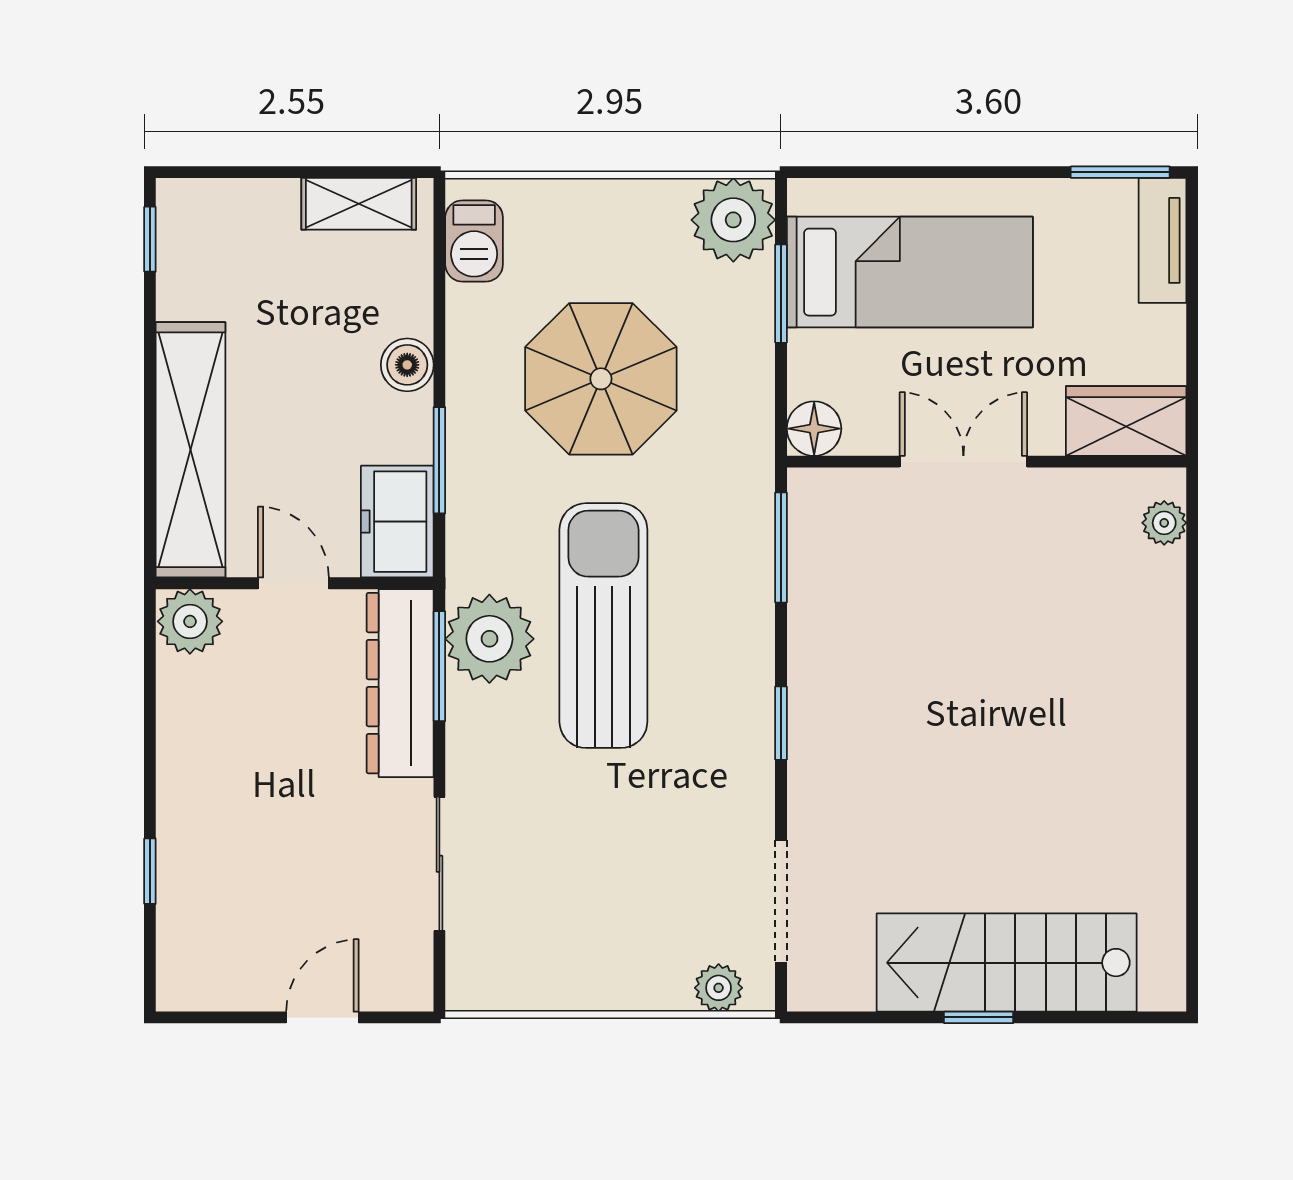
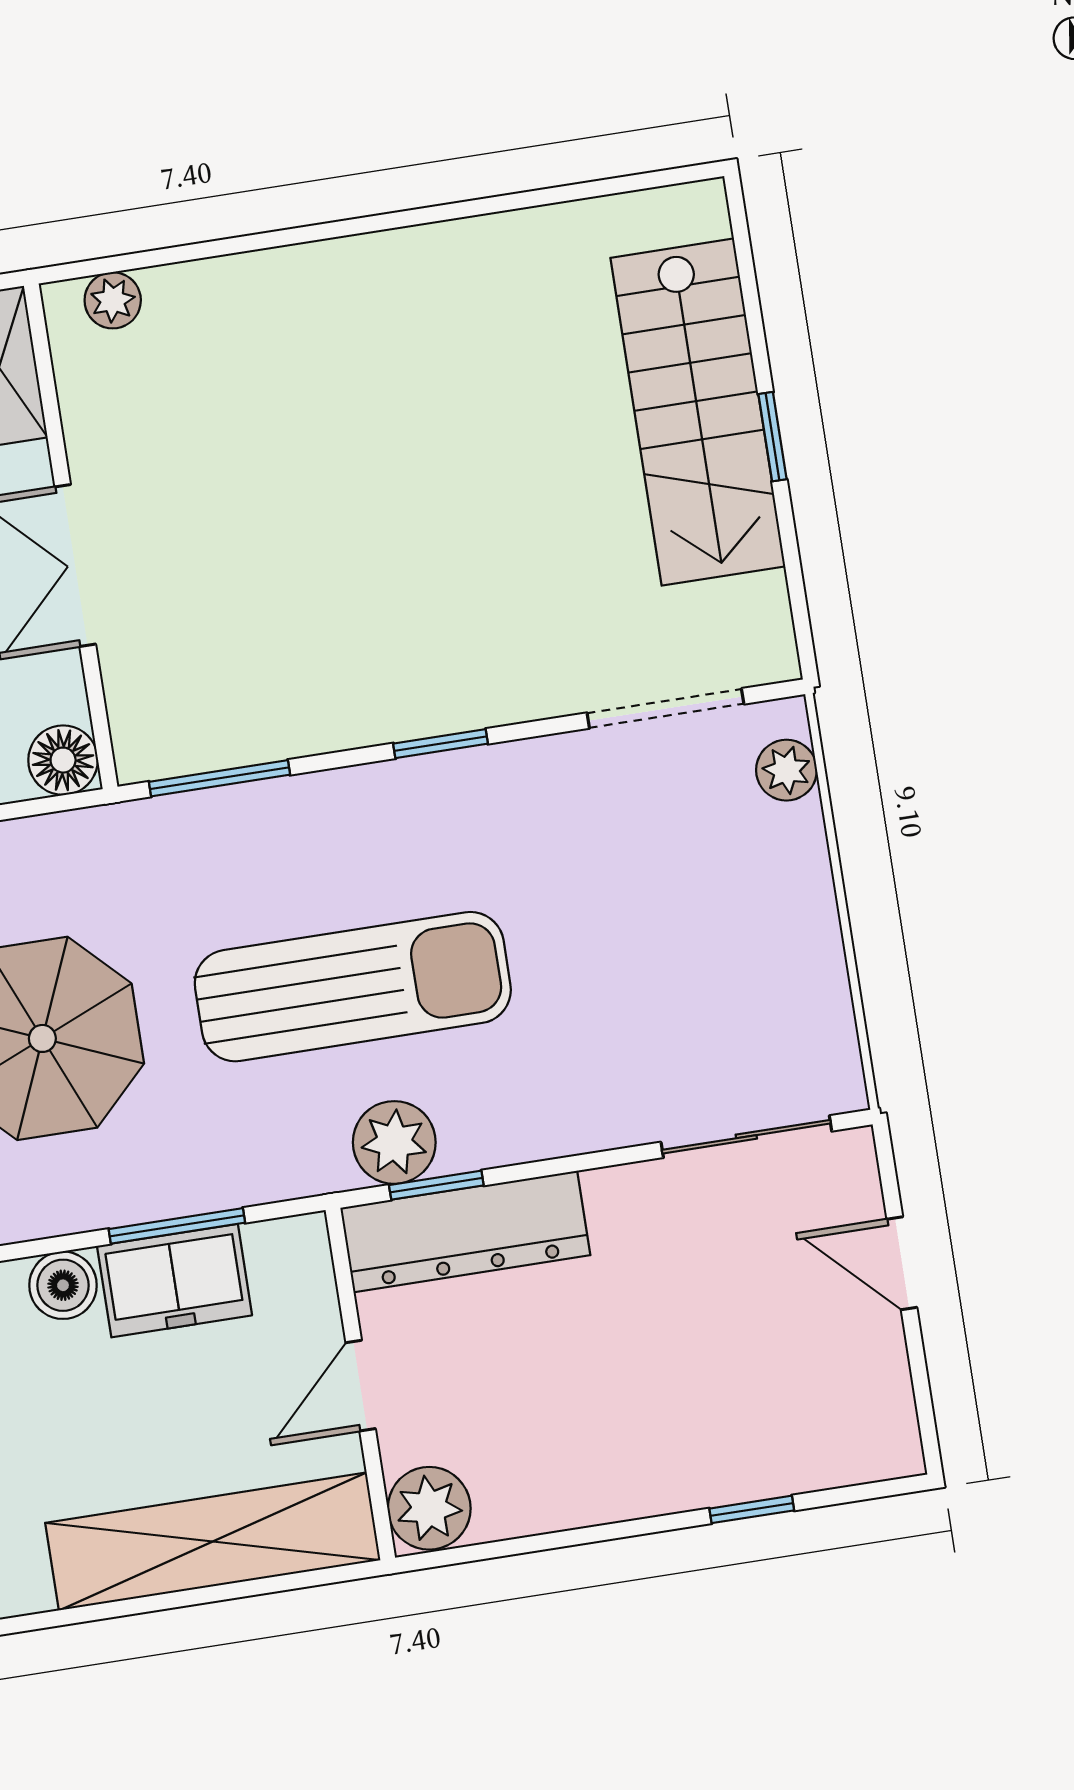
freezer: (397, 522) -> (175, 1281), moved
sun lounger: (603, 626) -> (353, 987), turned 180
plant: (489, 639) -> (394, 1142), width x0.73, depth x0.73
window: (439, 666) -> (436, 1185), width x0.67
sliding door: (439, 864) -> (746, 1137), moved

